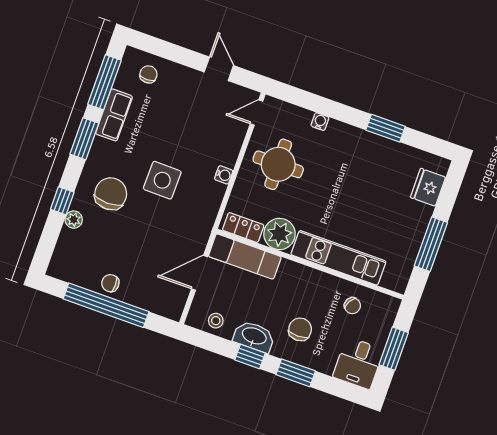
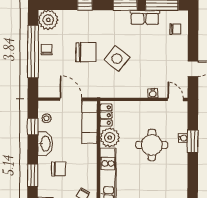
window: (386, 128) -> (193, 141), moved
round table: (278, 164) -> (152, 145), moved
water cooler: (224, 175) -> (153, 93), moved
side table: (162, 180) -> (117, 59), turned 38
chair: (111, 194) -> (86, 52), moved
plant: (74, 220) -> (48, 20), moved, width x1.87, depth x1.87
window: (250, 357) -> (33, 127), moved

